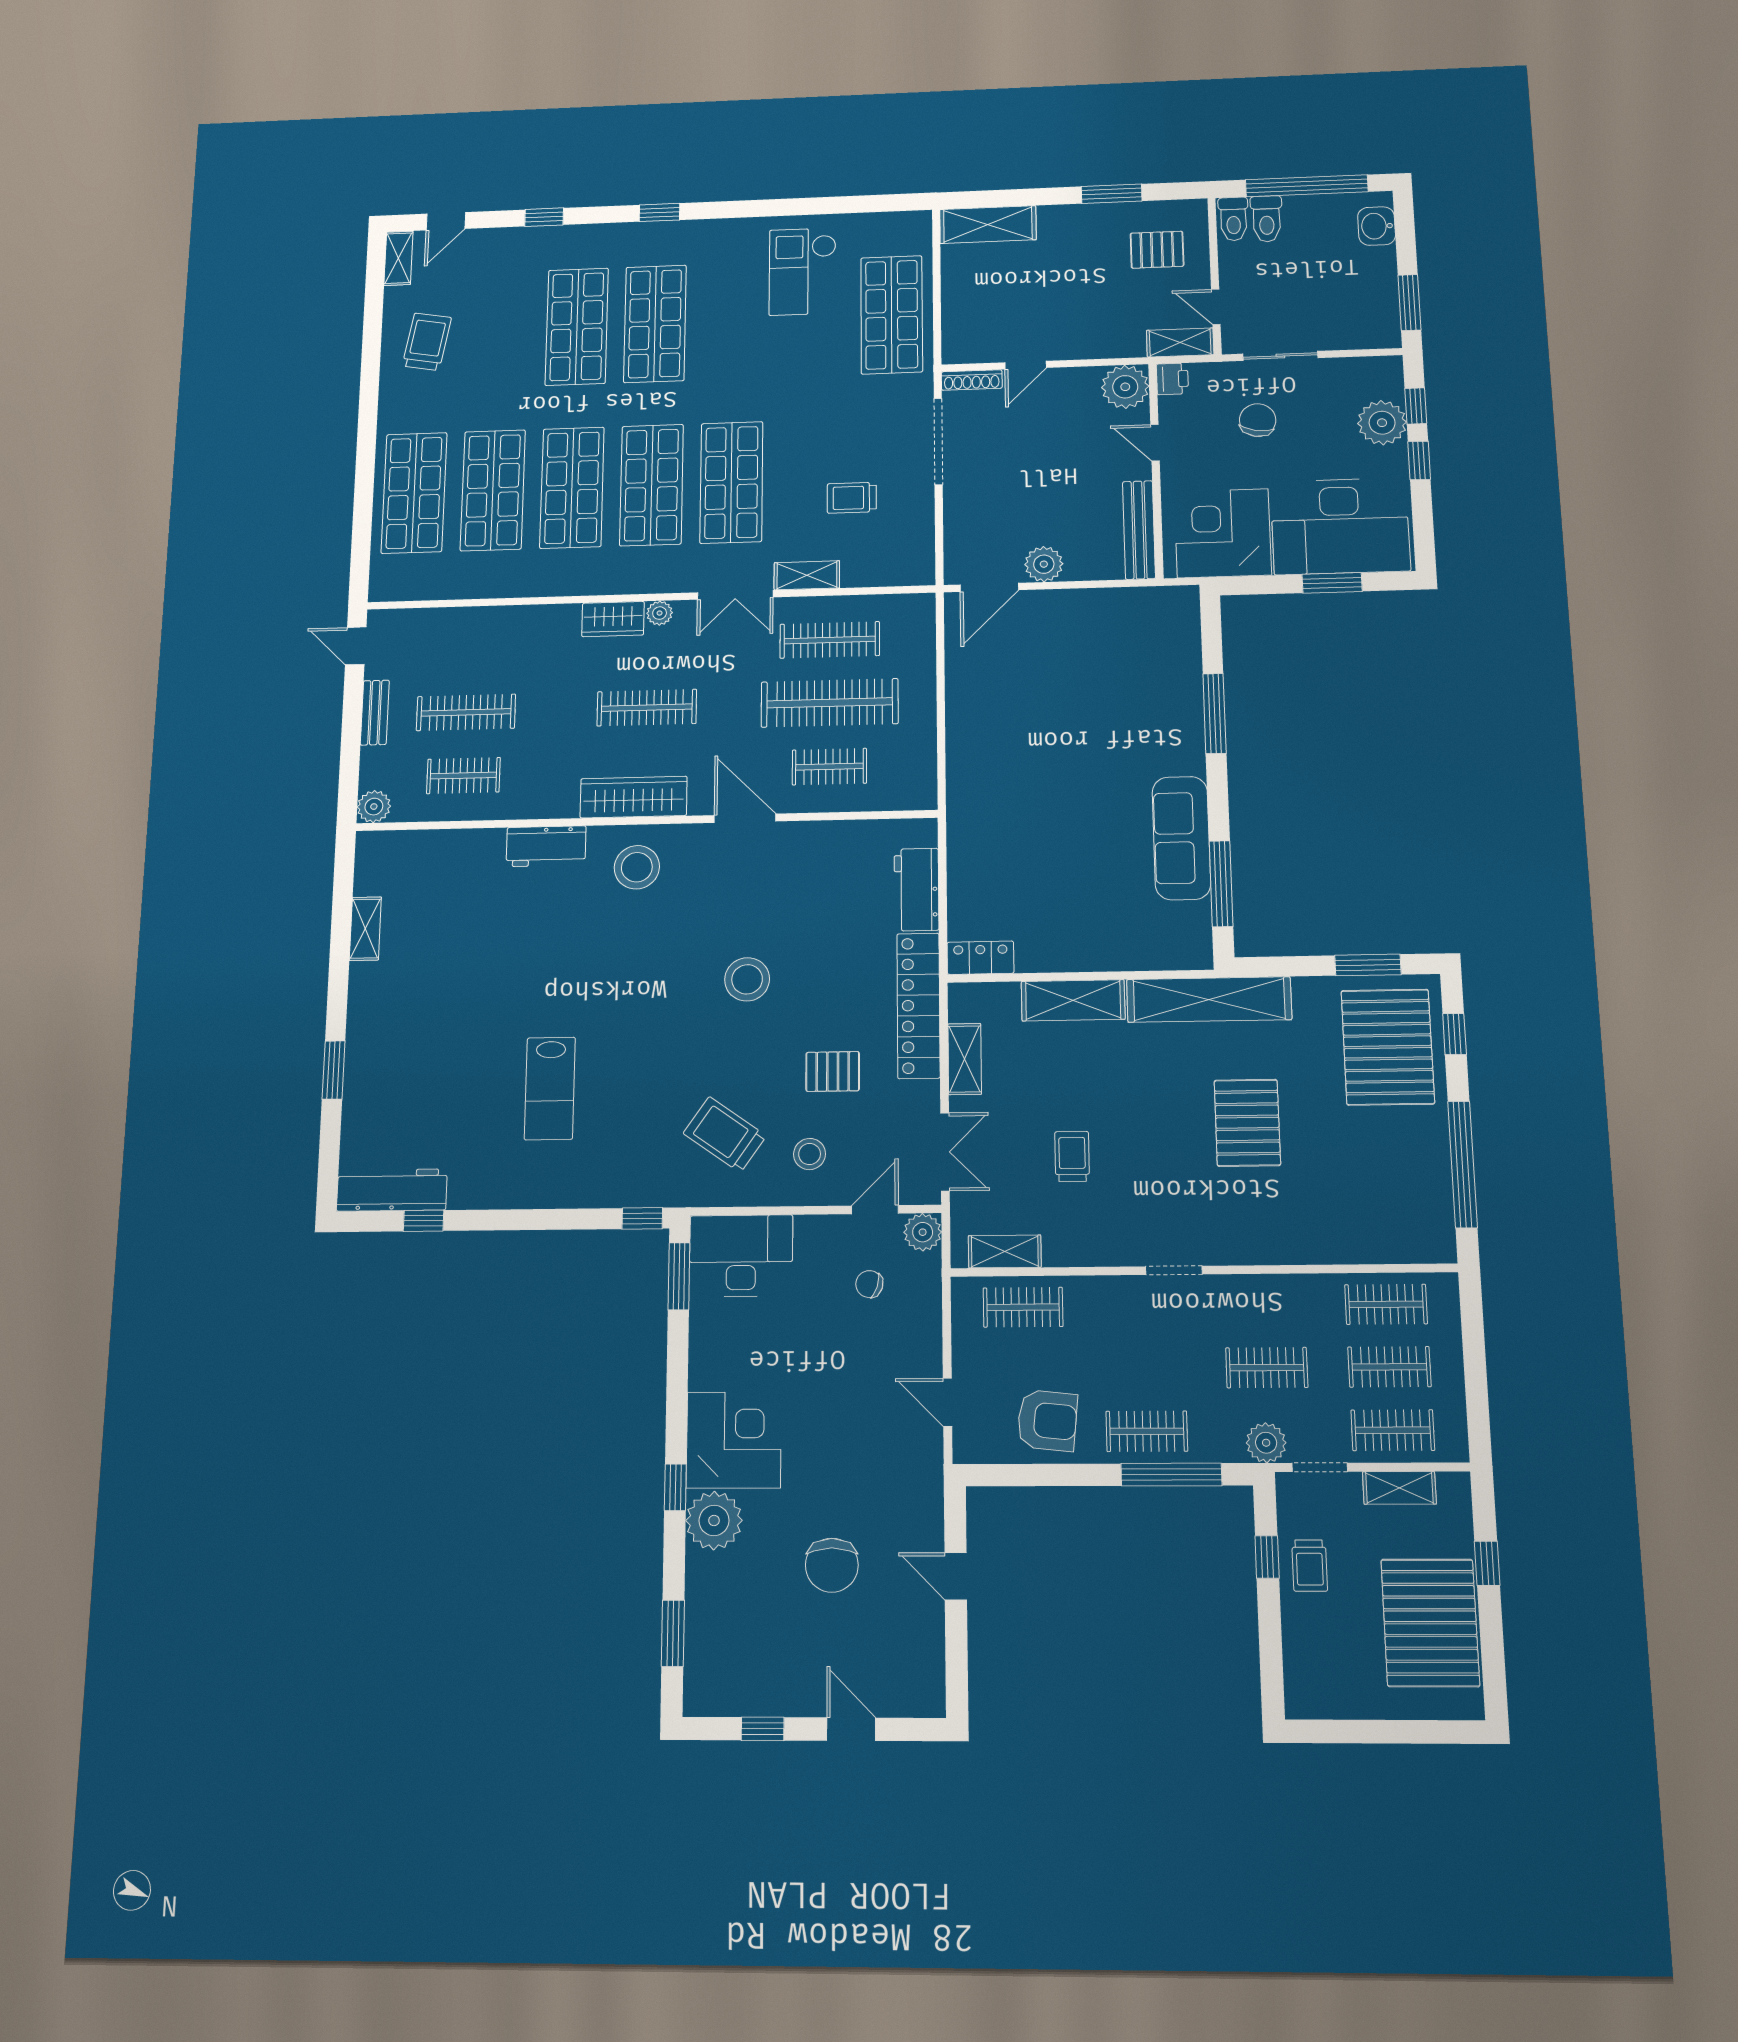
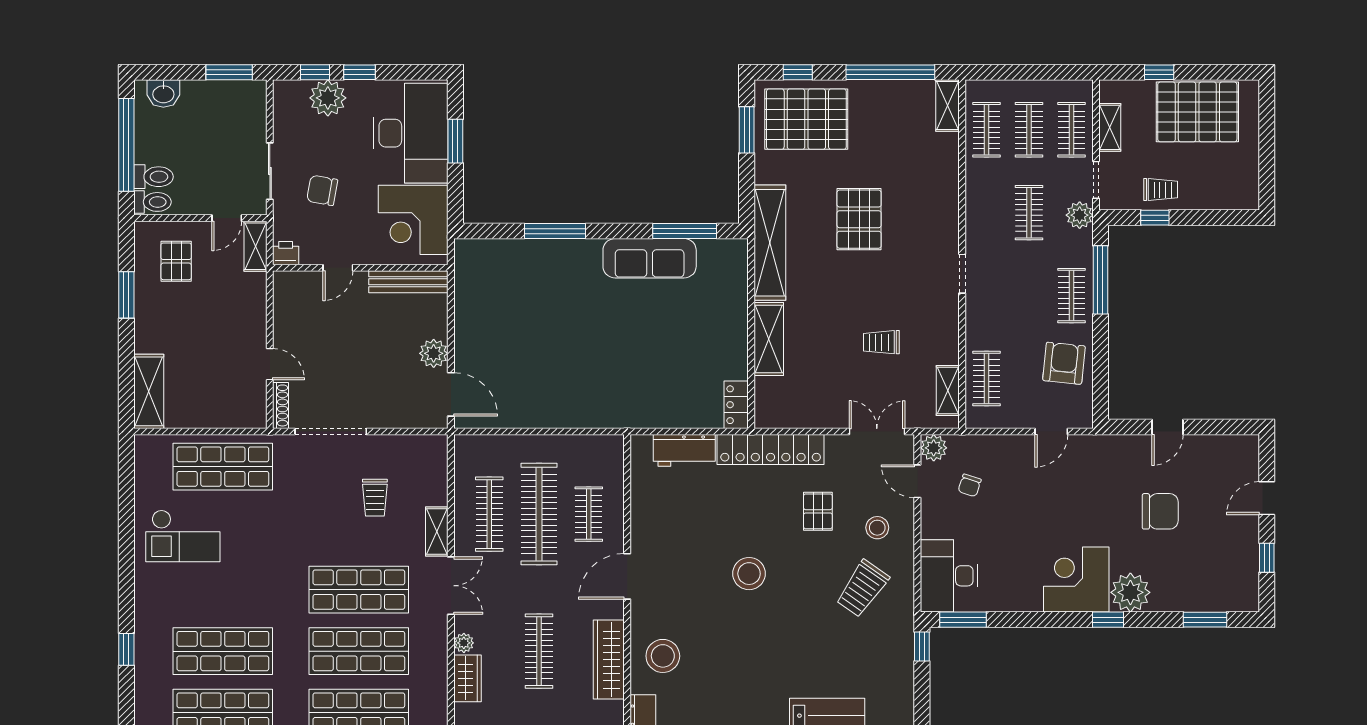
plant: (1125, 387) -> (291, 289), removed
shelving: (965, 1059) -> (947, 106), moved, turned 90
pallet: (1247, 1123) -> (859, 219), turned 90

